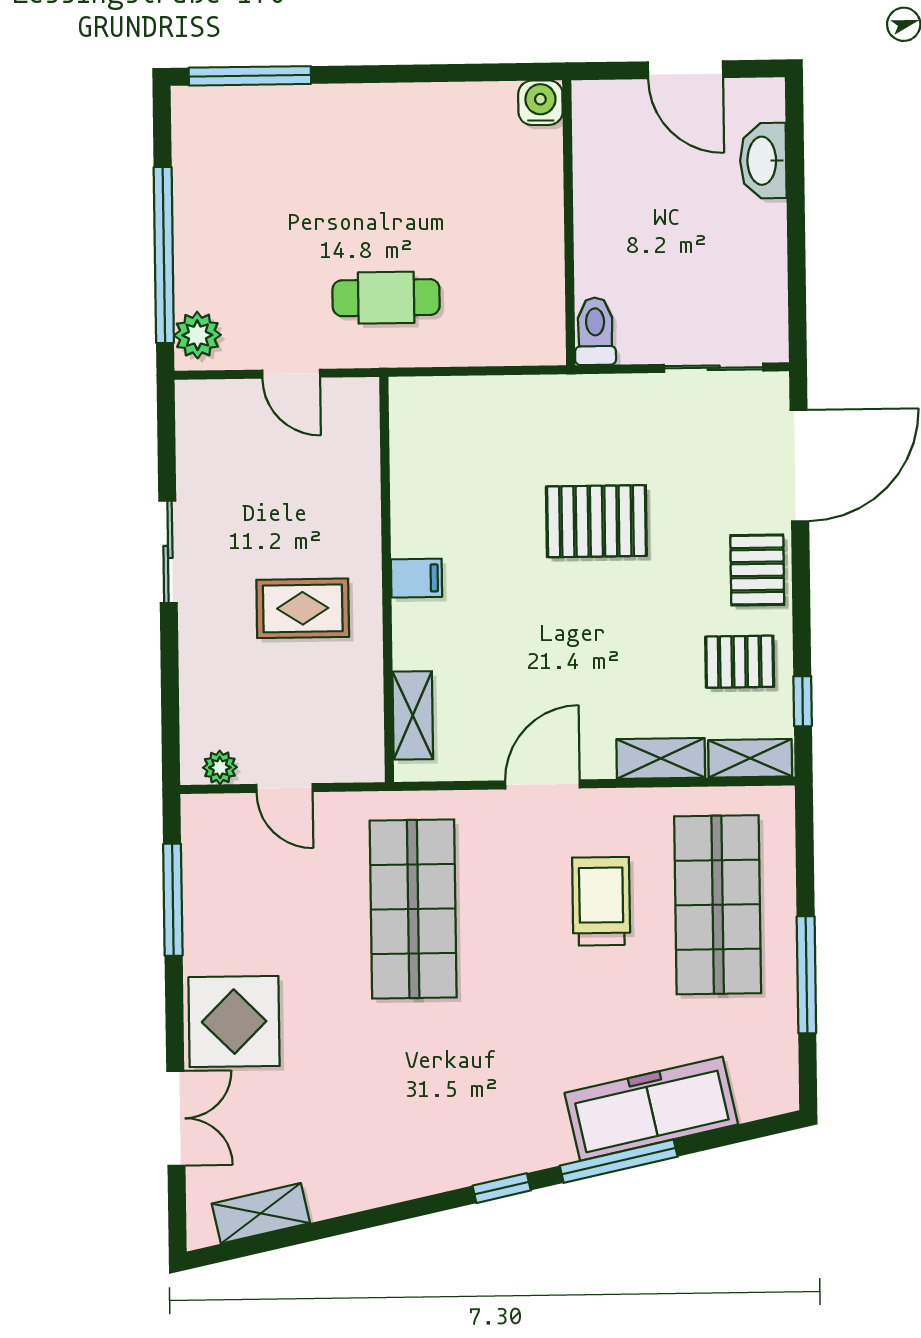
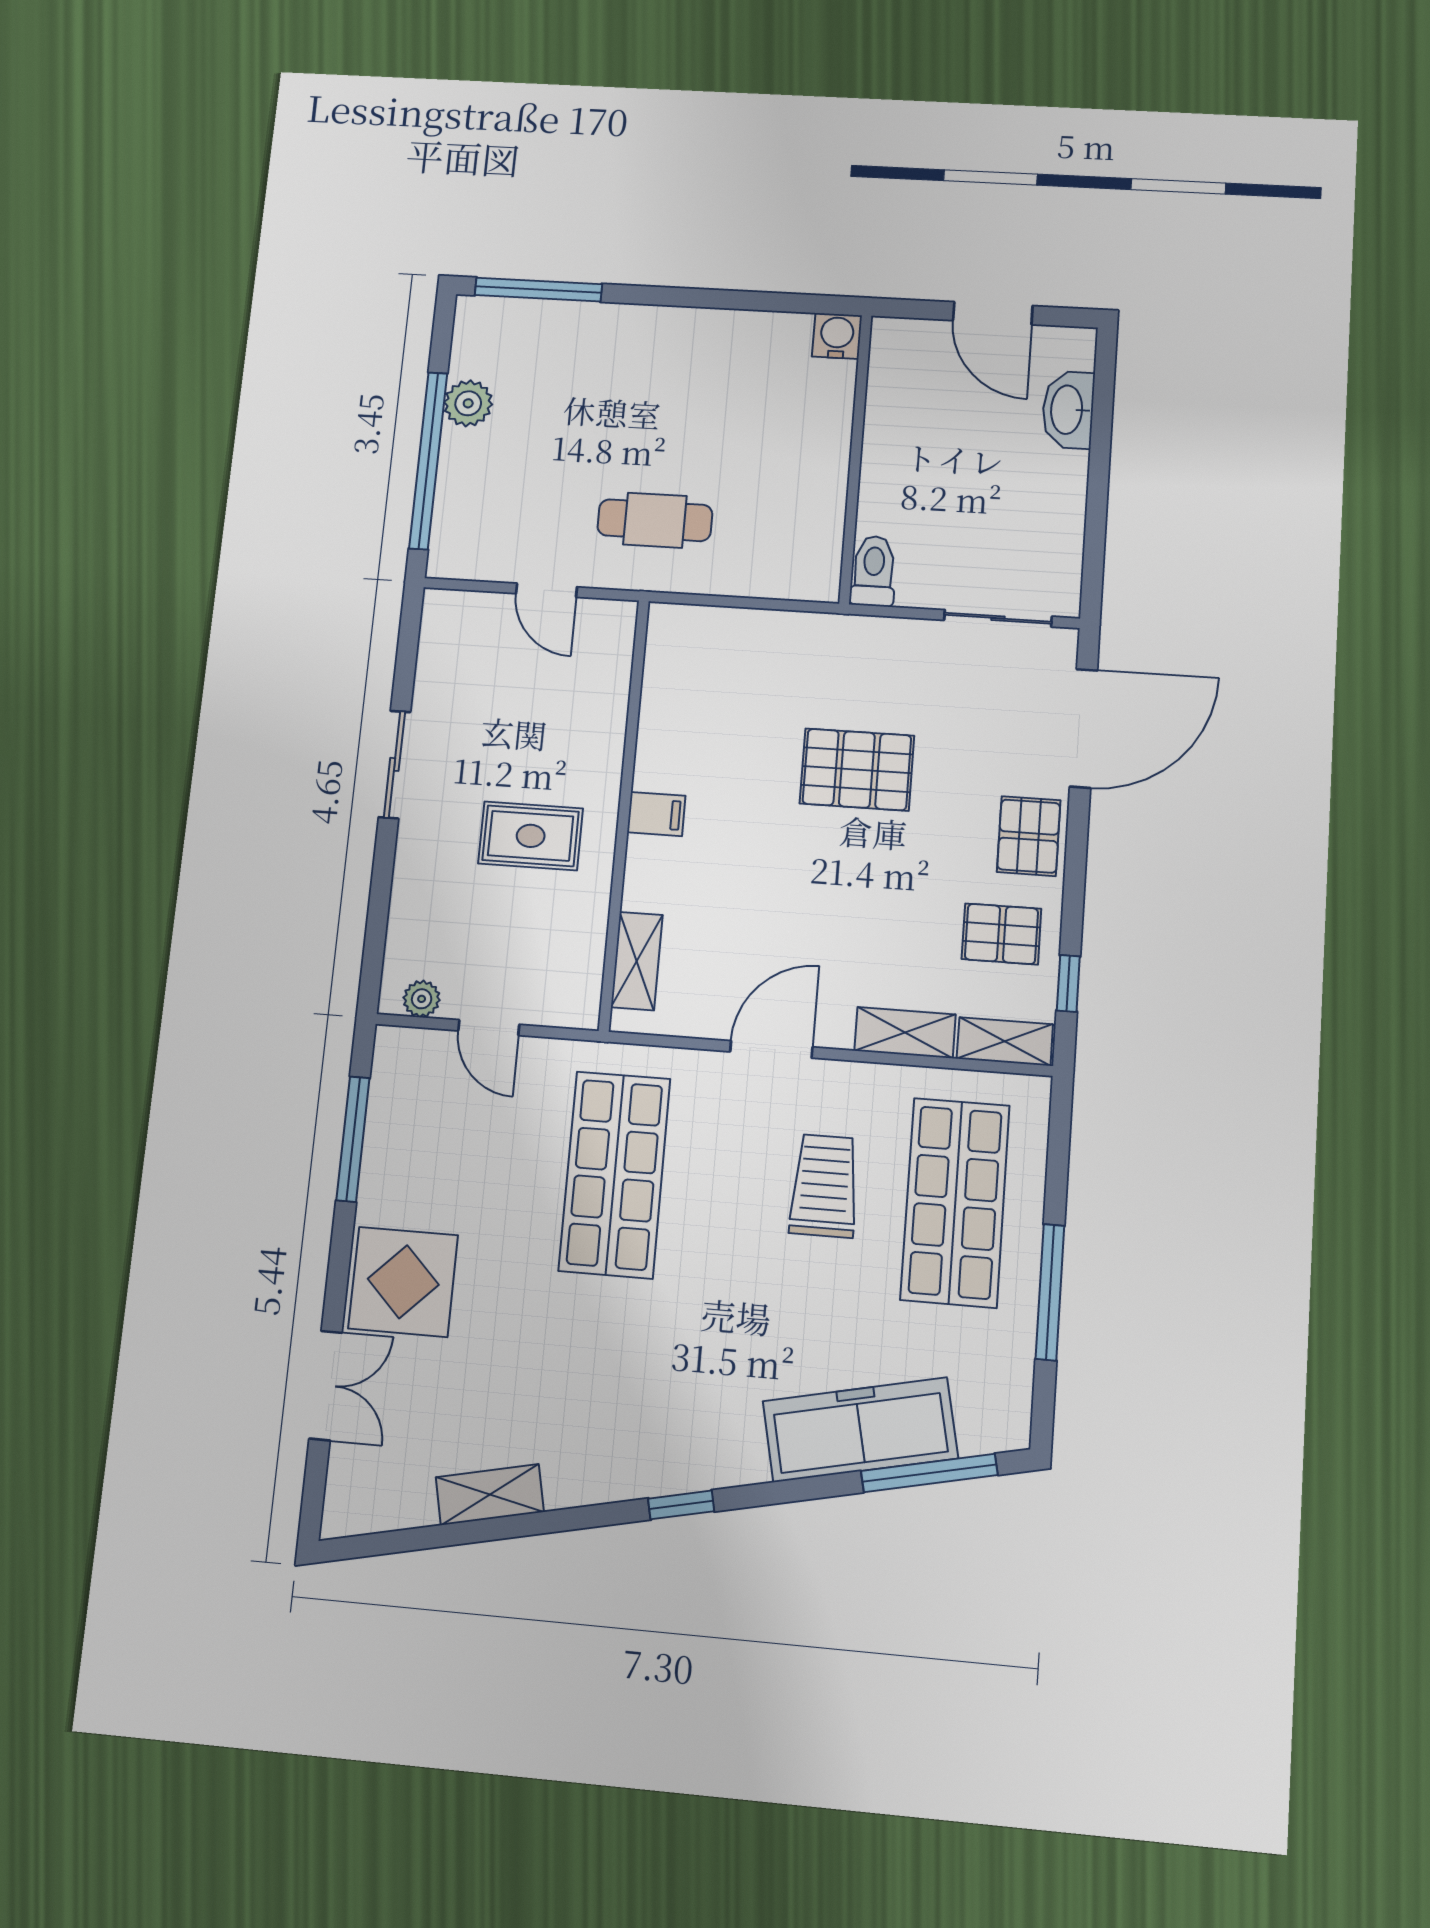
plant: (197, 335) -> (468, 403), moved
window: (619, 1161) -> (929, 1473), moved
shelving: (261, 1213) -> (490, 1495), moved

